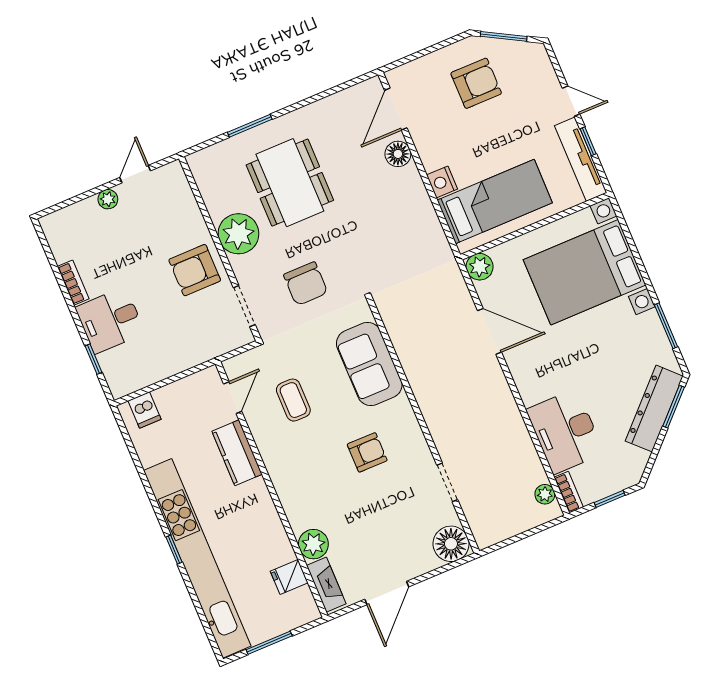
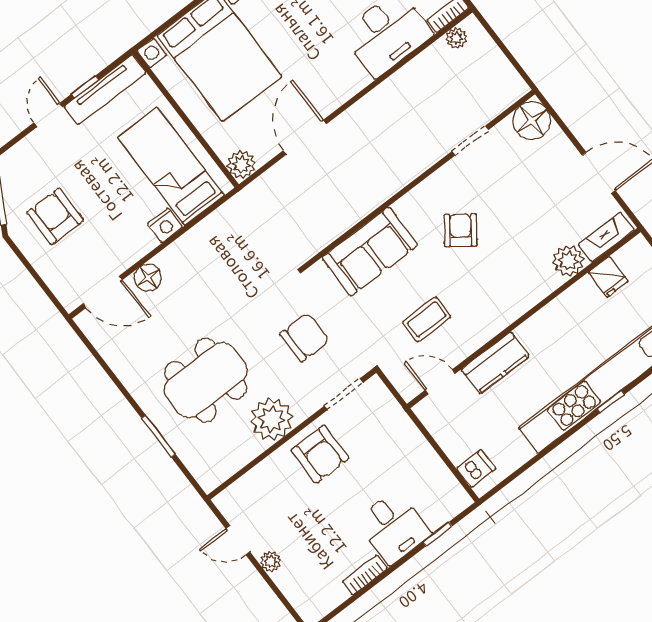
armchair: (367, 452) -> (461, 230), turned 36

